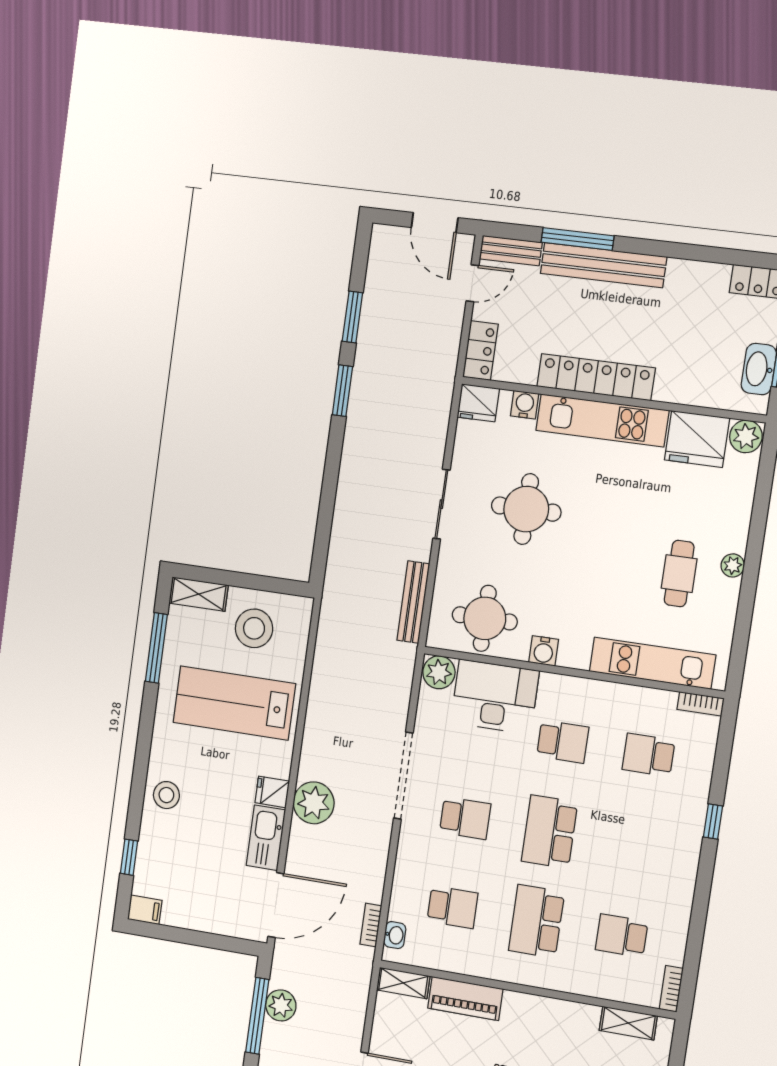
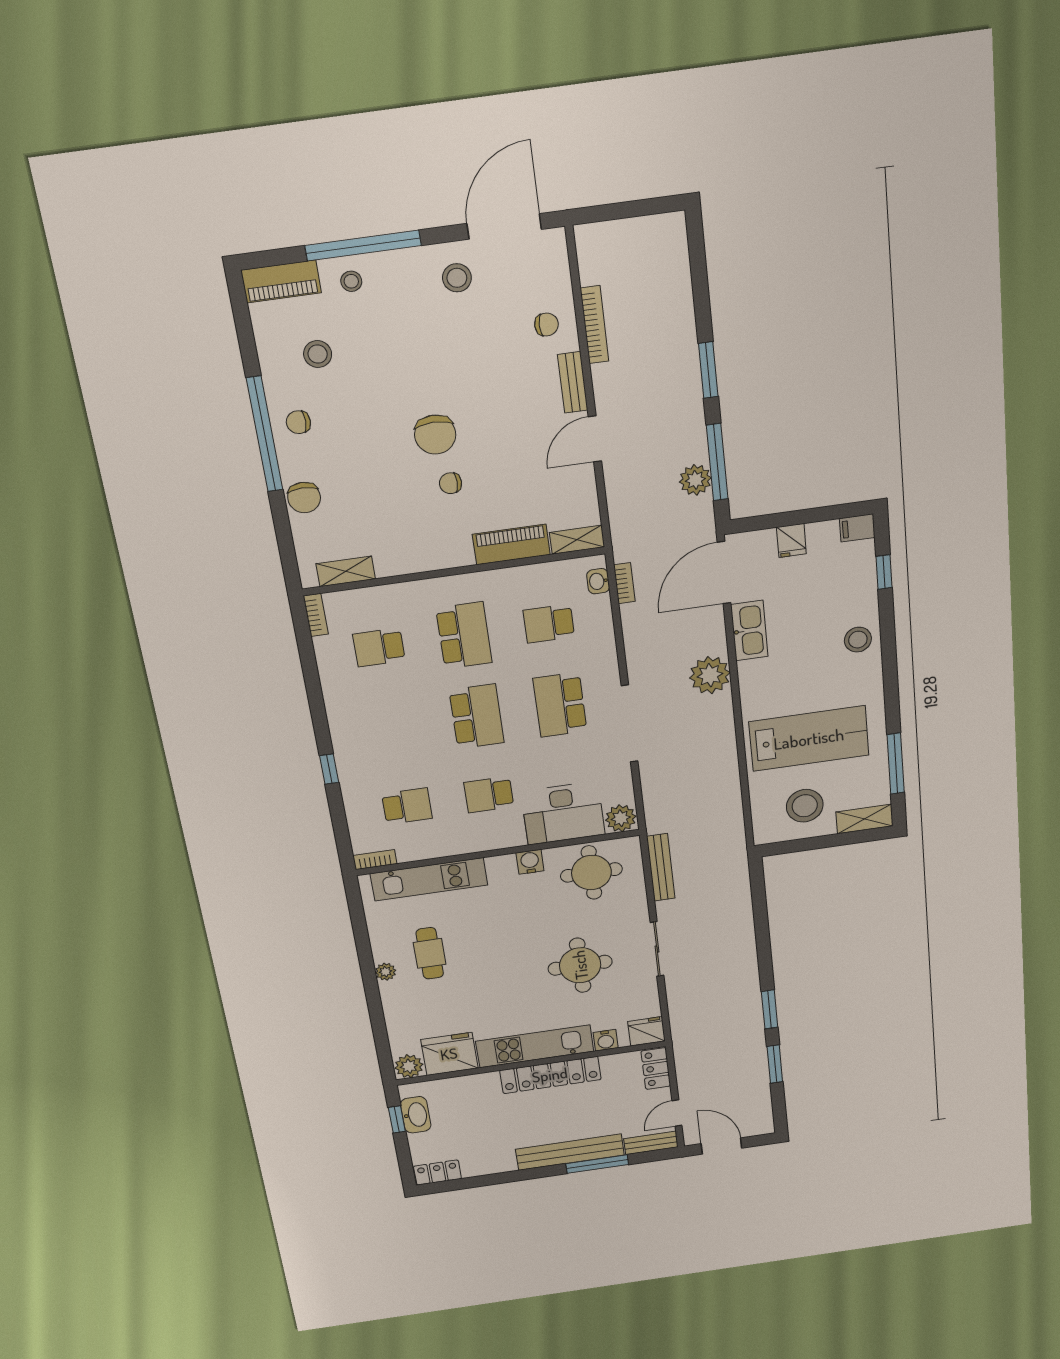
fridge: (272, 792) -> (791, 540), moved, turned 90
school desk: (465, 818) -> (560, 705), width x1.85
school desk: (622, 936) -> (379, 647), turned 180

